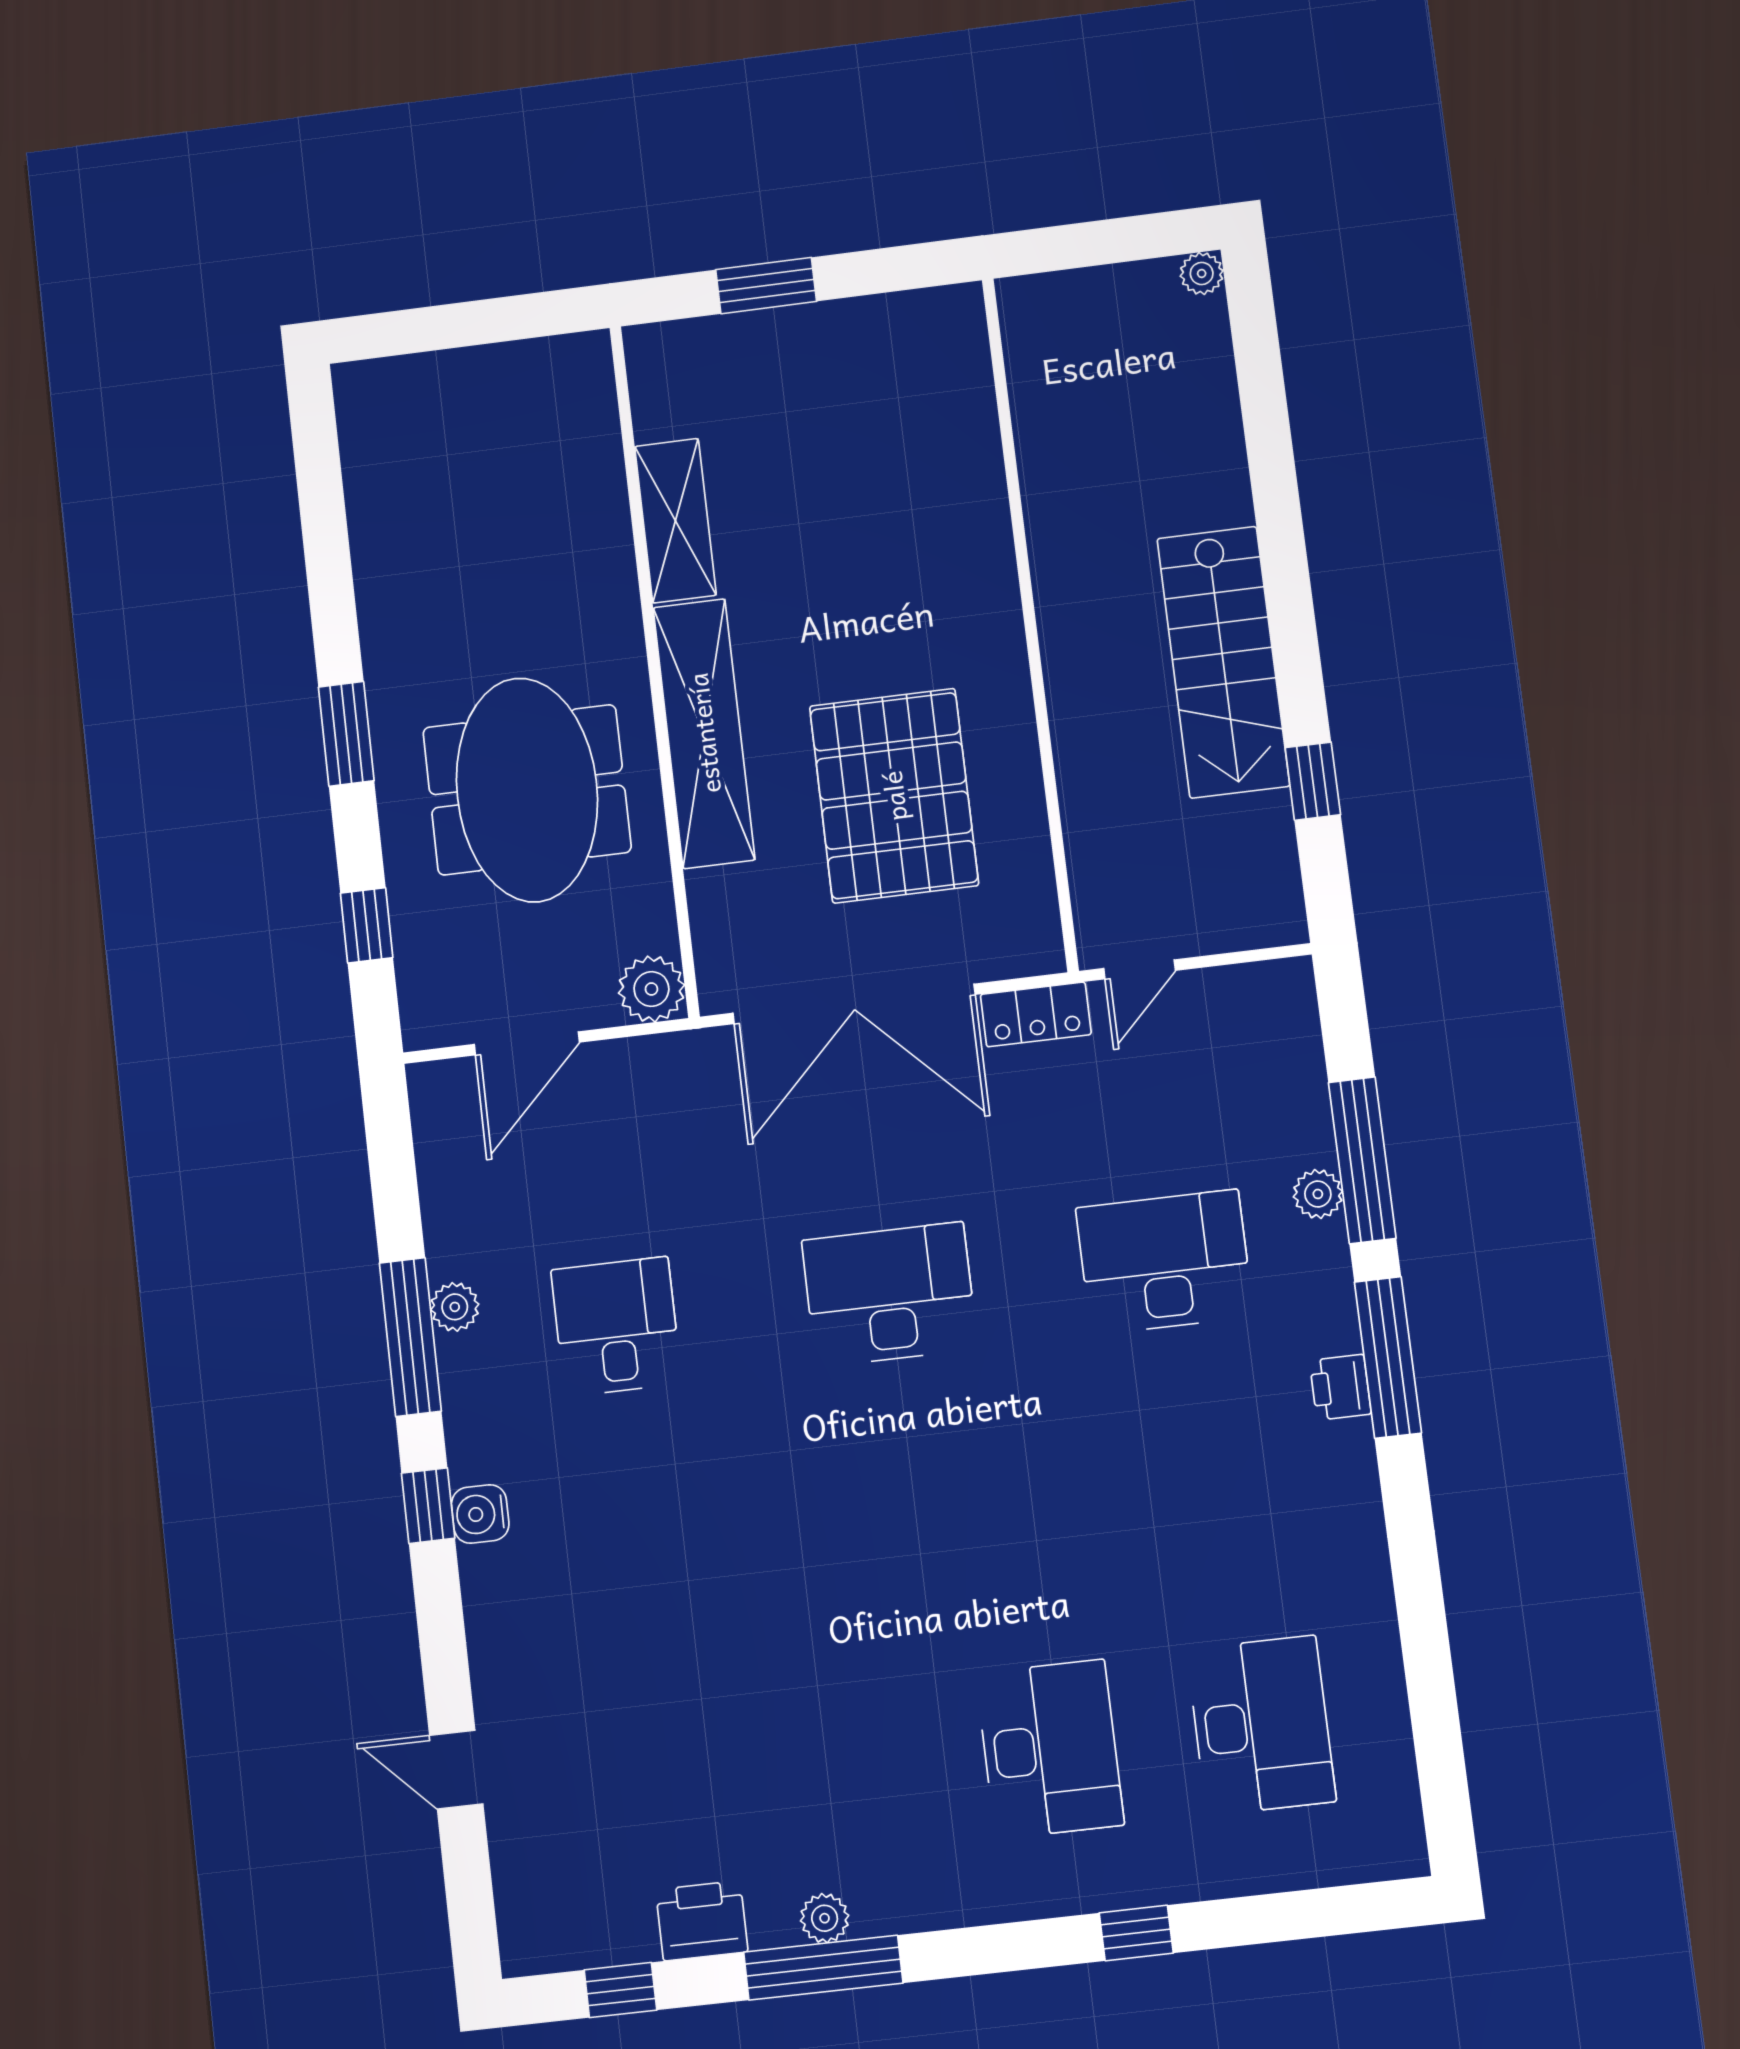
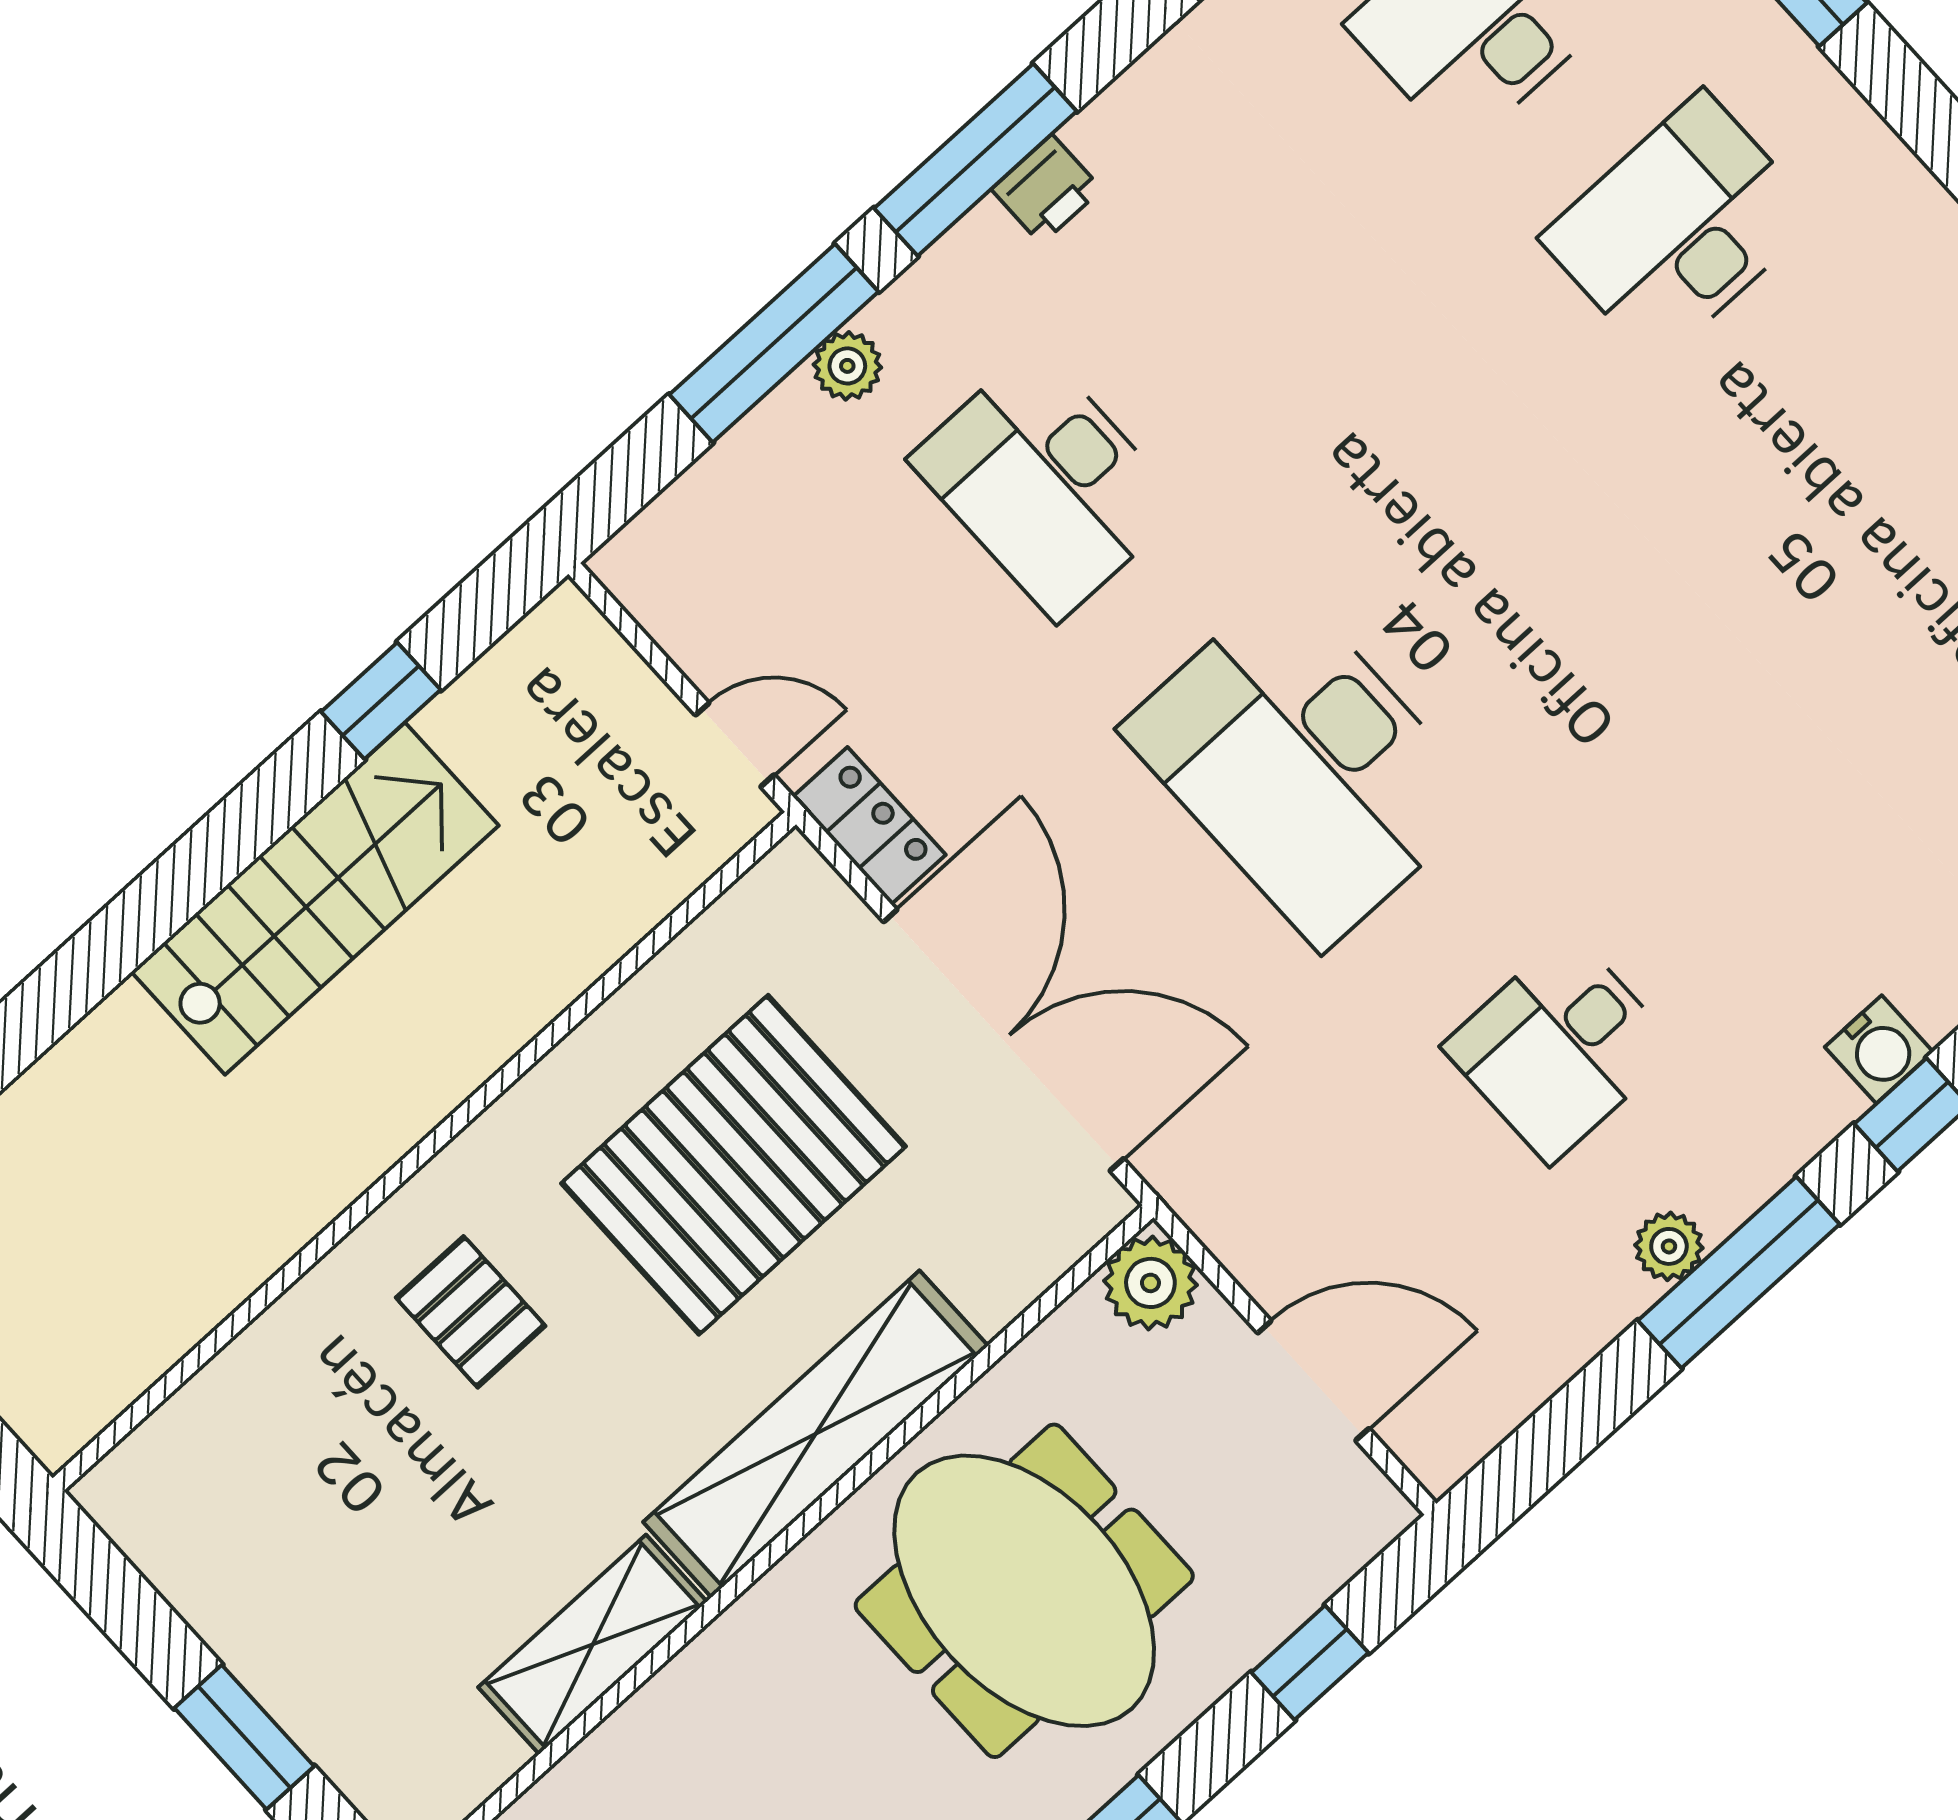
pallet: (918, 584) -> (471, 1312), added
meeting table: (527, 790) -> (1024, 1591), turned 90
desk: (890, 1294) -> (1303, 765), width x1.36, depth x1.30

